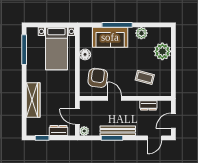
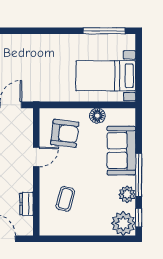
window: (117, 25) -> (139, 175), moved
window: (158, 25) -> (139, 218), added
plant: (162, 51) -> (123, 223), moved
wardrobe: (33, 100) -> (34, 43), removed

